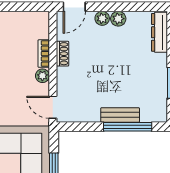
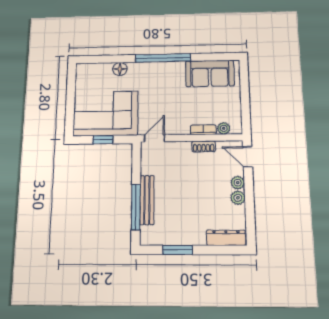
plant: (42, 76) -> (224, 128), moved
bench: (120, 115) -> (147, 200), width x1.36

